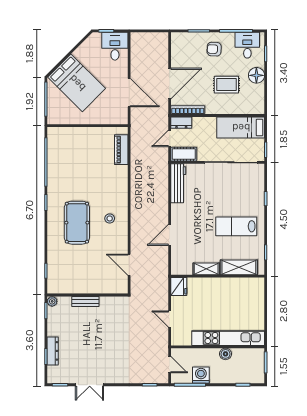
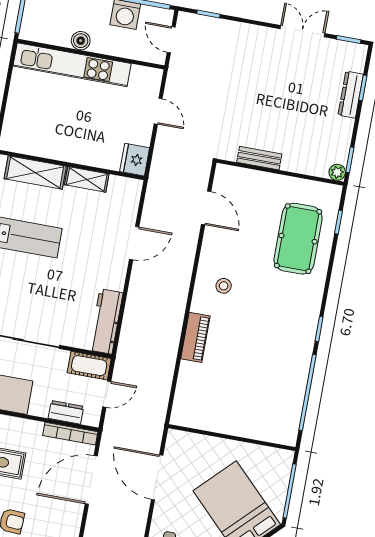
dresser: (181, 123) -> (66, 412), moved
piano: (121, 150) -> (195, 337), moved
pool table: (77, 223) -> (298, 239), moved
bench: (85, 301) -> (259, 158), moved

